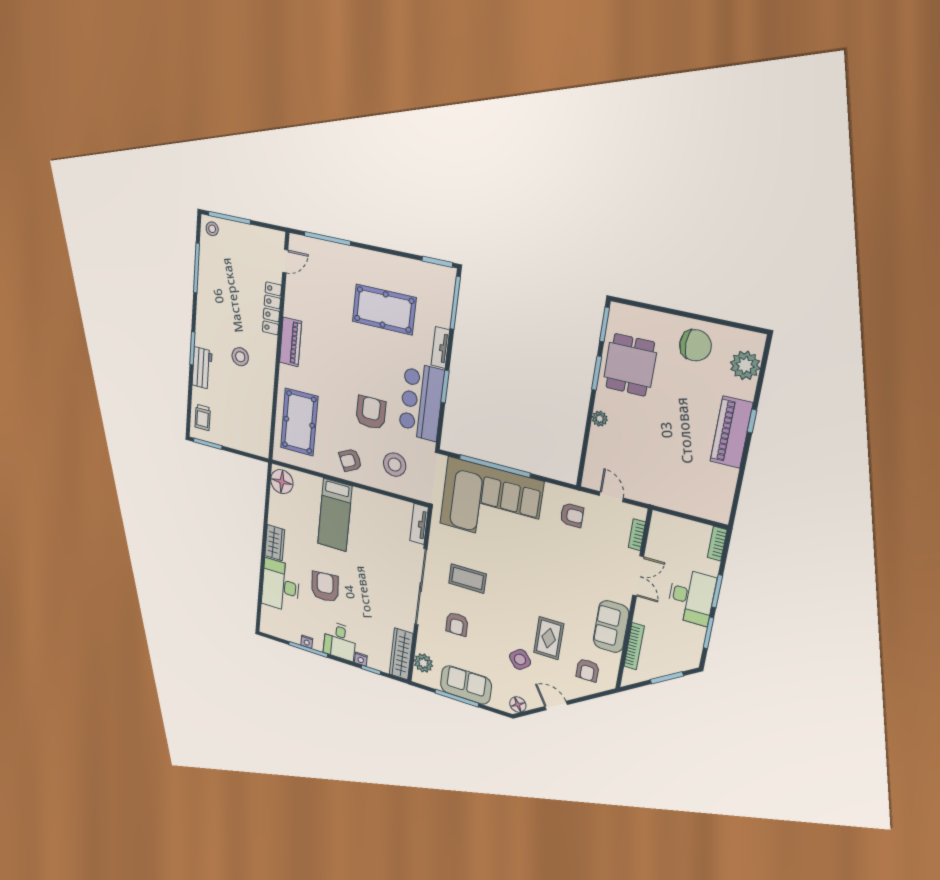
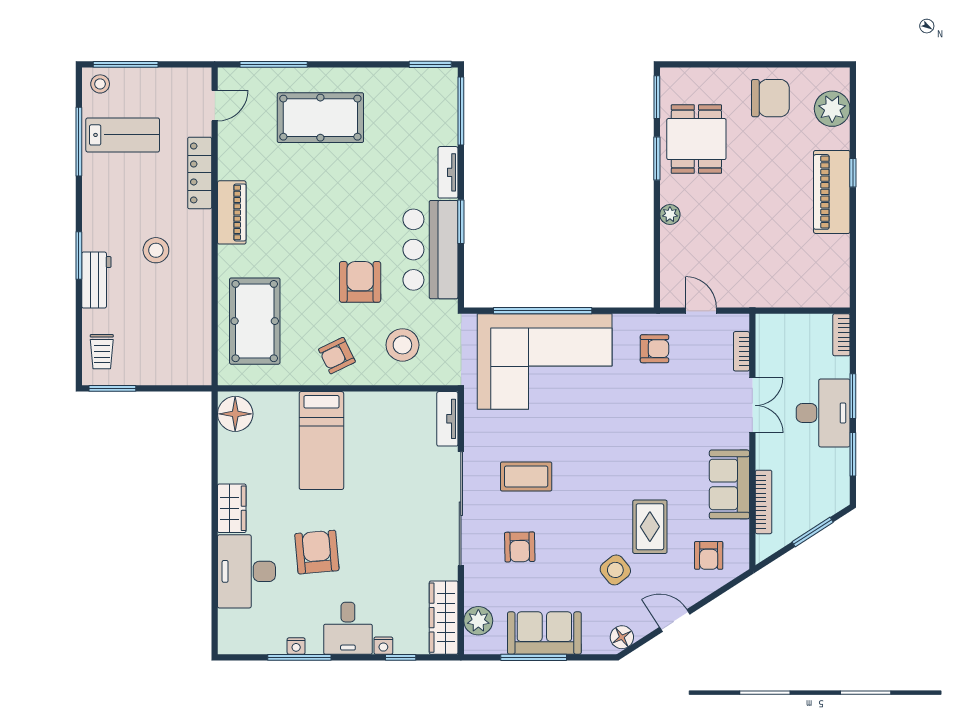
lab bench: (224, 269) -> (123, 135), added
pool table: (384, 310) -> (320, 118), moved

